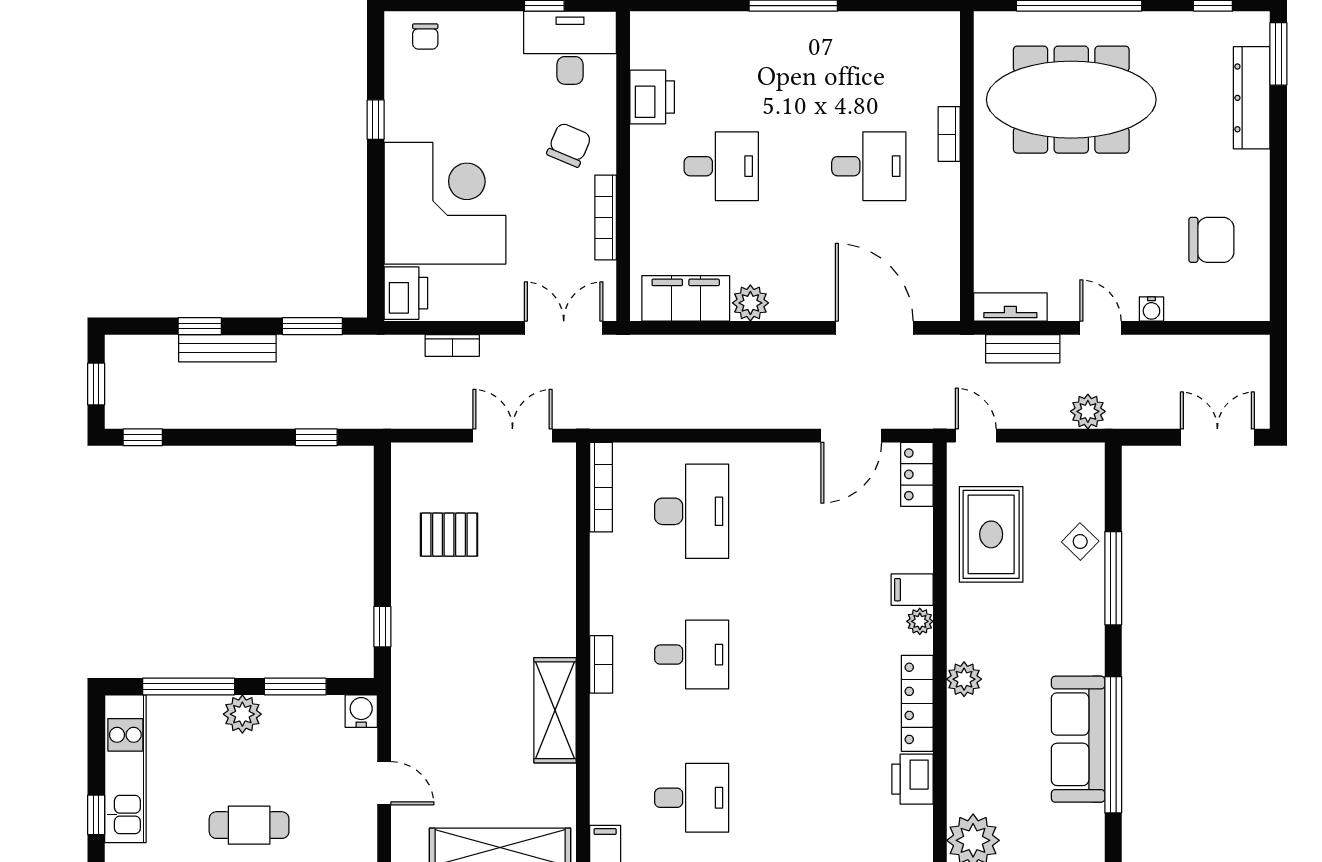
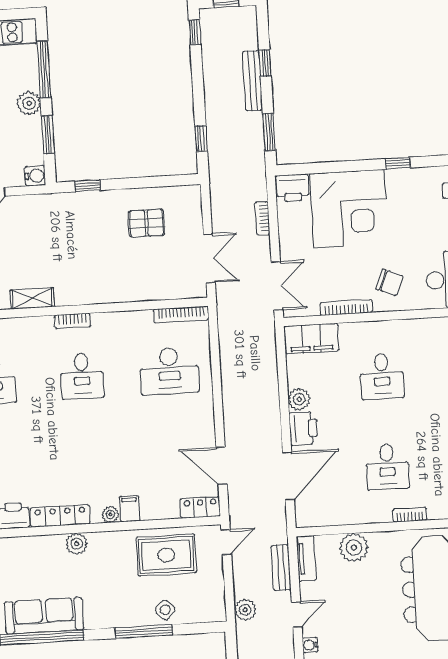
printer: (652, 97) -> (303, 428), moved, turned -90
plant: (997, 228) -> (354, 548), added
filing cabinet: (686, 298) -> (311, 339), moved, turned 90
pallet: (449, 535) -> (146, 223), turned 90
shelving: (555, 710) -> (32, 298), width x0.67, depth x0.75

